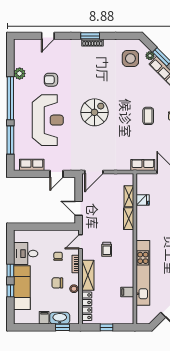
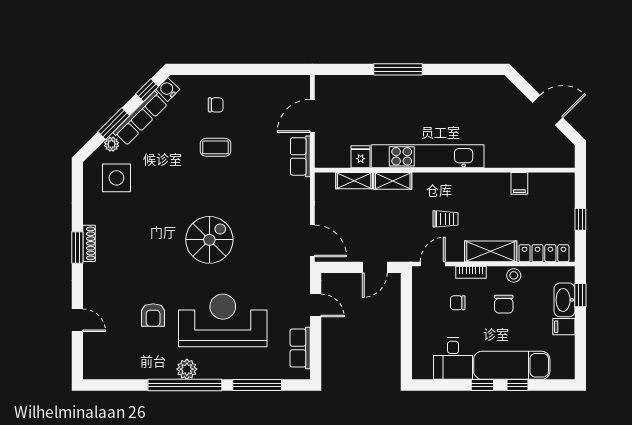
plant: (20, 74) -> (187, 369), moved
spiral stairs: (95, 112) -> (209, 240), turned 90
door: (81, 242) -> (433, 264), swing flipped
kitchen unit: (143, 273) -> (428, 156), moved

